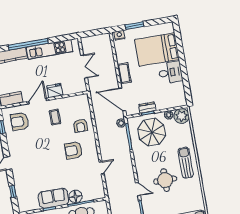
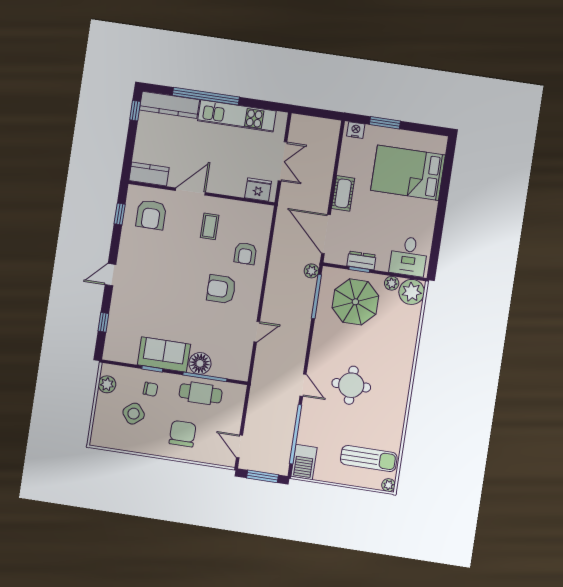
desk: (170, 72) -> (409, 256), moved, turned 90
fridge: (55, 91) -> (258, 190), moved
armchair: (20, 121) -> (151, 215), turned -90
sun lounger: (186, 163) -> (393, 369), removed

